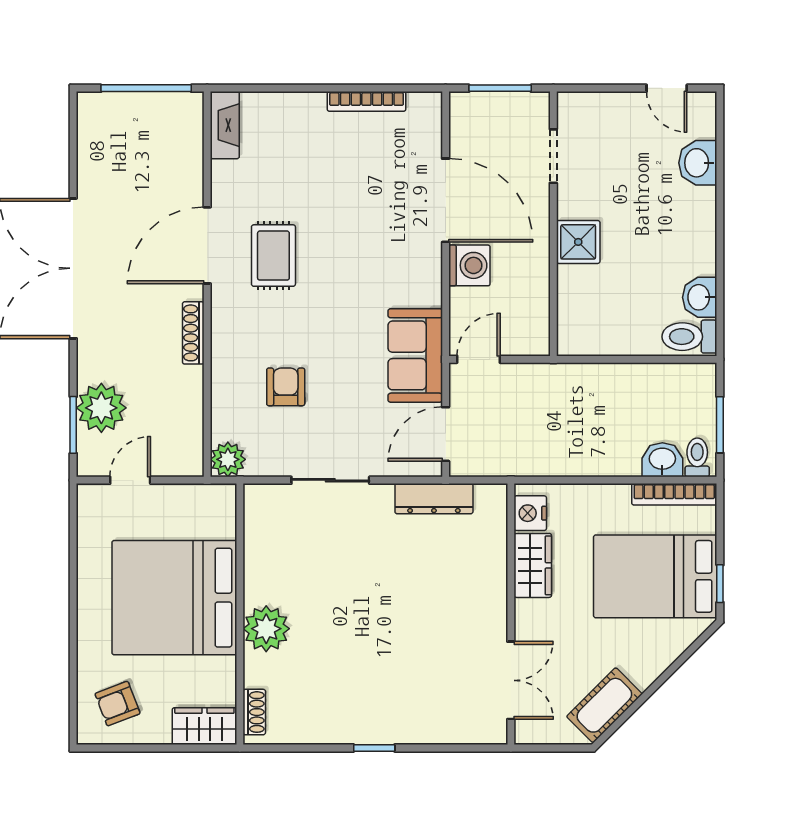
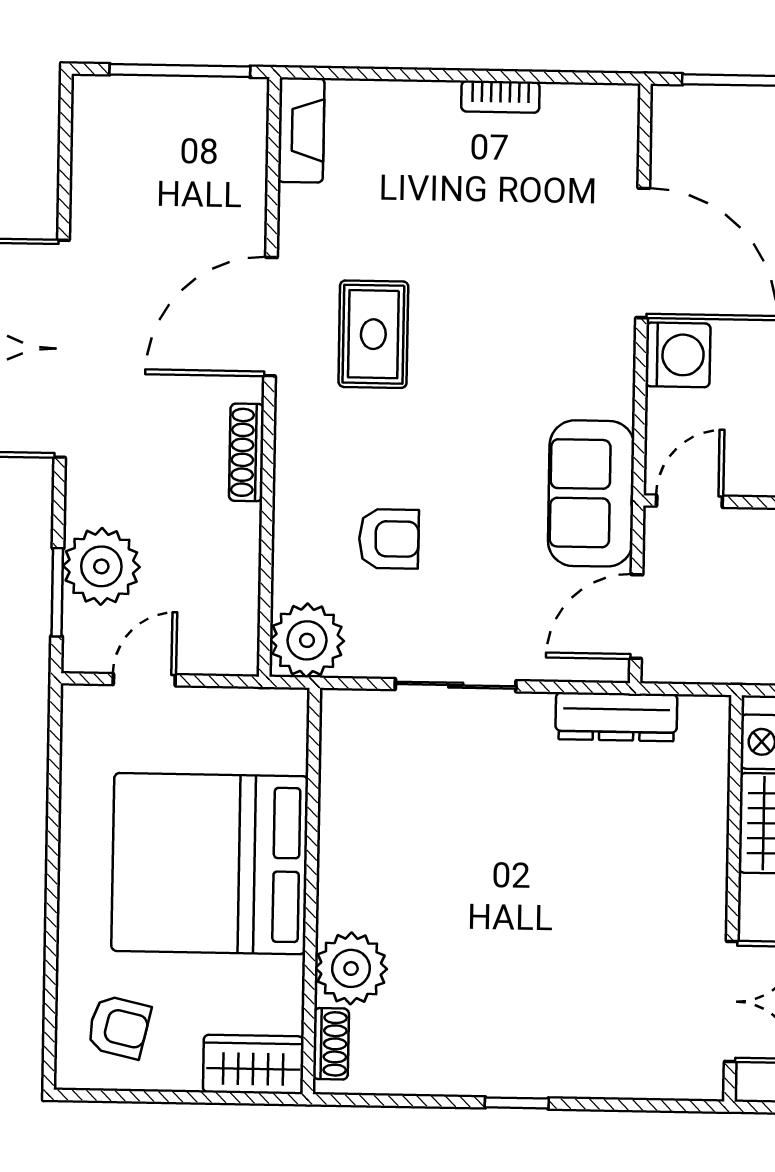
bookcase: (366, 101) -> (500, 97), width x0.64
armchair: (286, 387) -> (389, 539), turned 90
plant: (228, 459) -> (307, 640), width x1.36, depth x1.36
plant: (266, 629) -> (351, 968), moved
armchair: (118, 704) -> (119, 1027), turned -146

